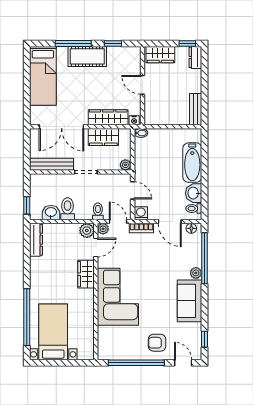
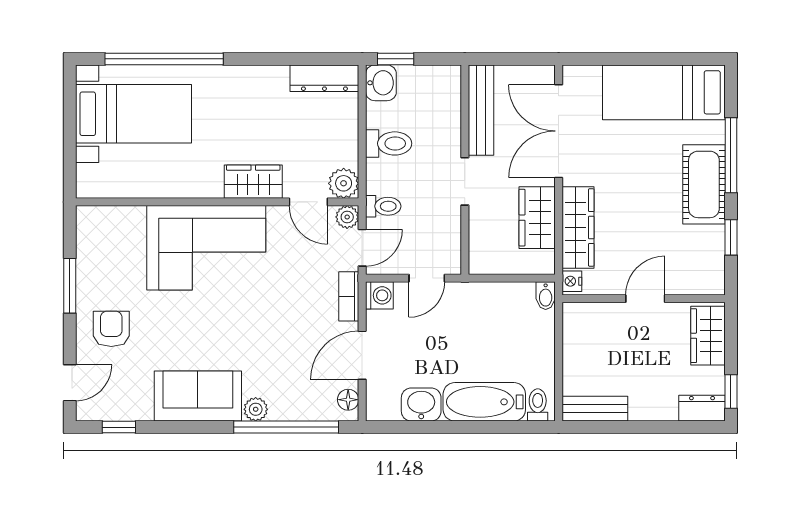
plant: (125, 165) -> (480, 263), removed
toilet: (194, 209) -> (538, 405), moved
washbasin: (51, 212) -> (381, 83), moved
window: (136, 363) -> (70, 286), width x0.47

